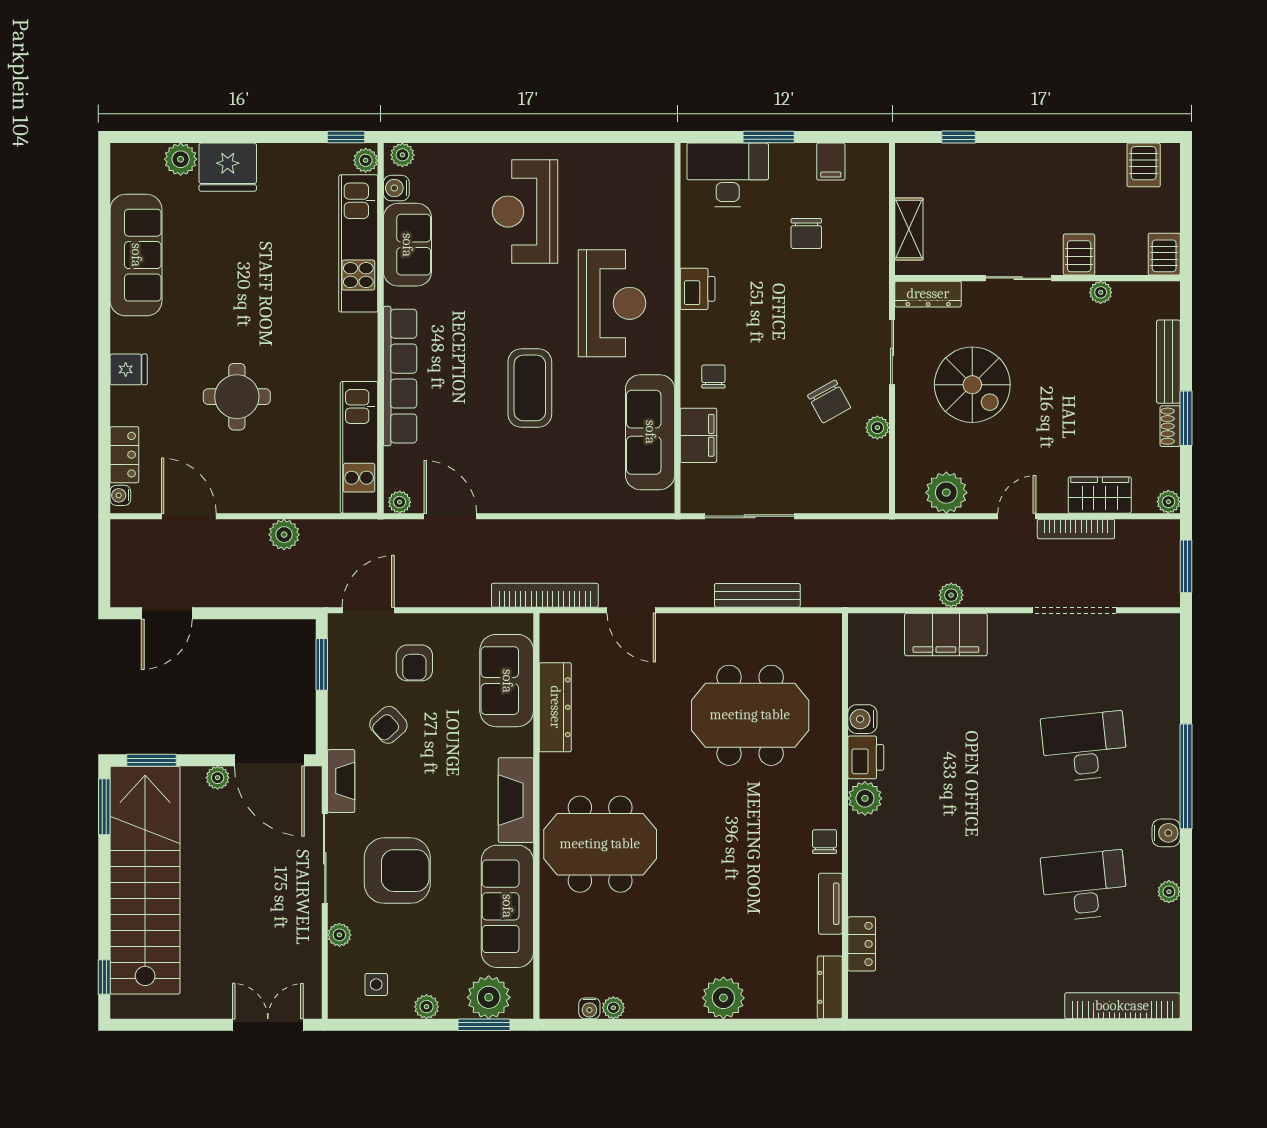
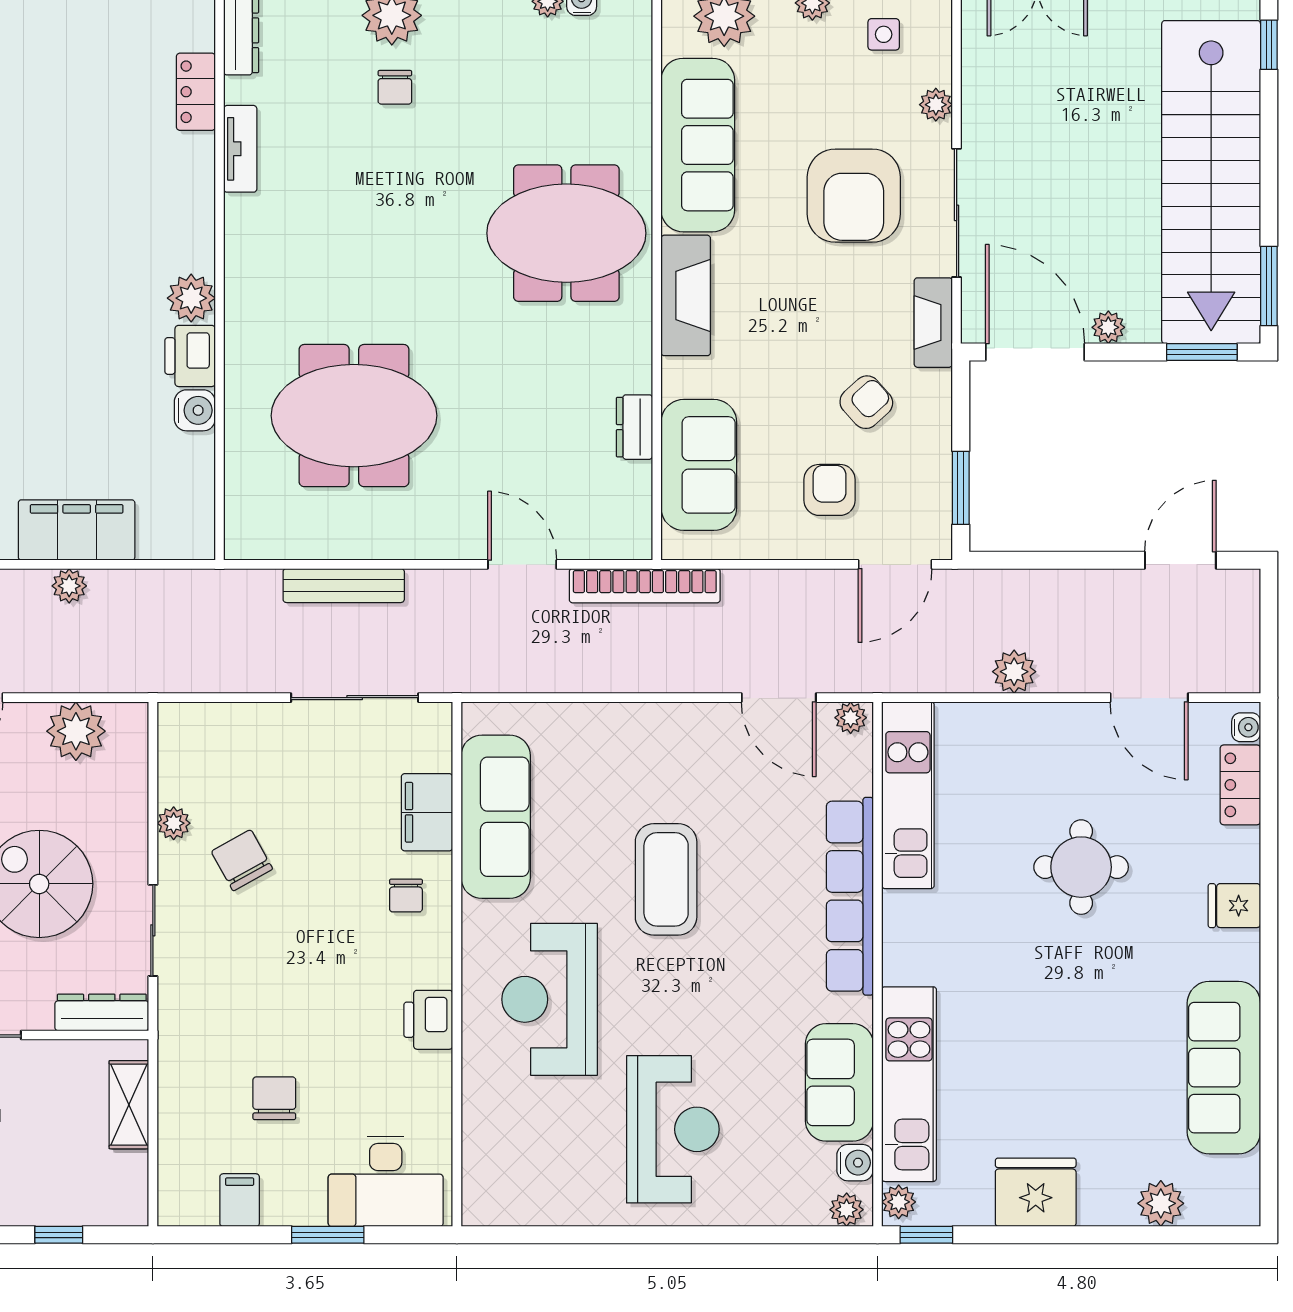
fridge: (228, 167) -> (1036, 1192), moved
dresser: (555, 707) -> (634, 427), width x0.51, depth x0.80
chair: (825, 842) -> (395, 87), moved
armchair: (397, 871) -> (854, 196), turned -90

